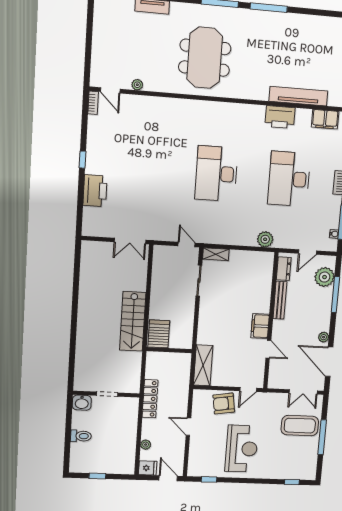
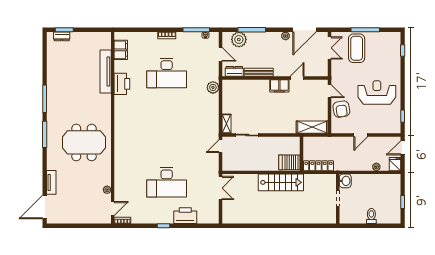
desk: (216, 174) -> (167, 182), moved
locker: (150, 399) -> (318, 166), moved
washbasin: (82, 403) -> (345, 181), moved

